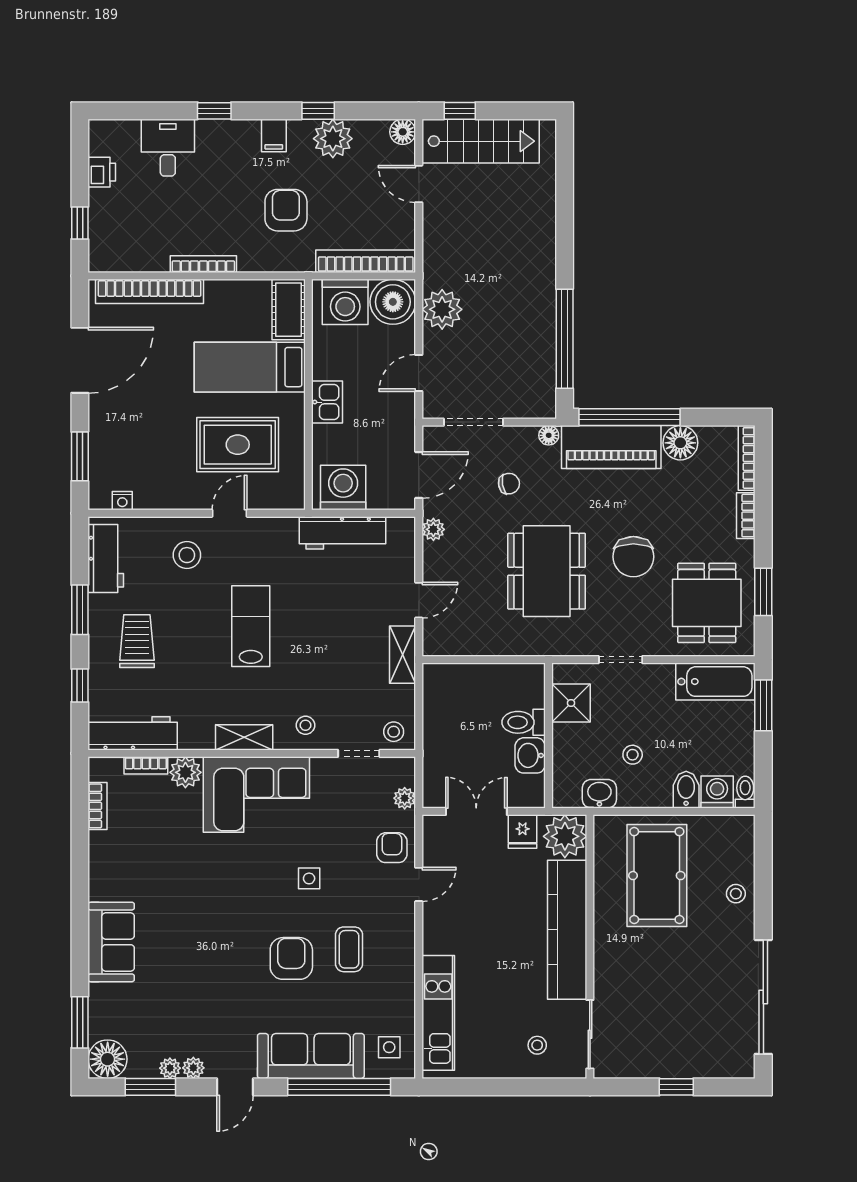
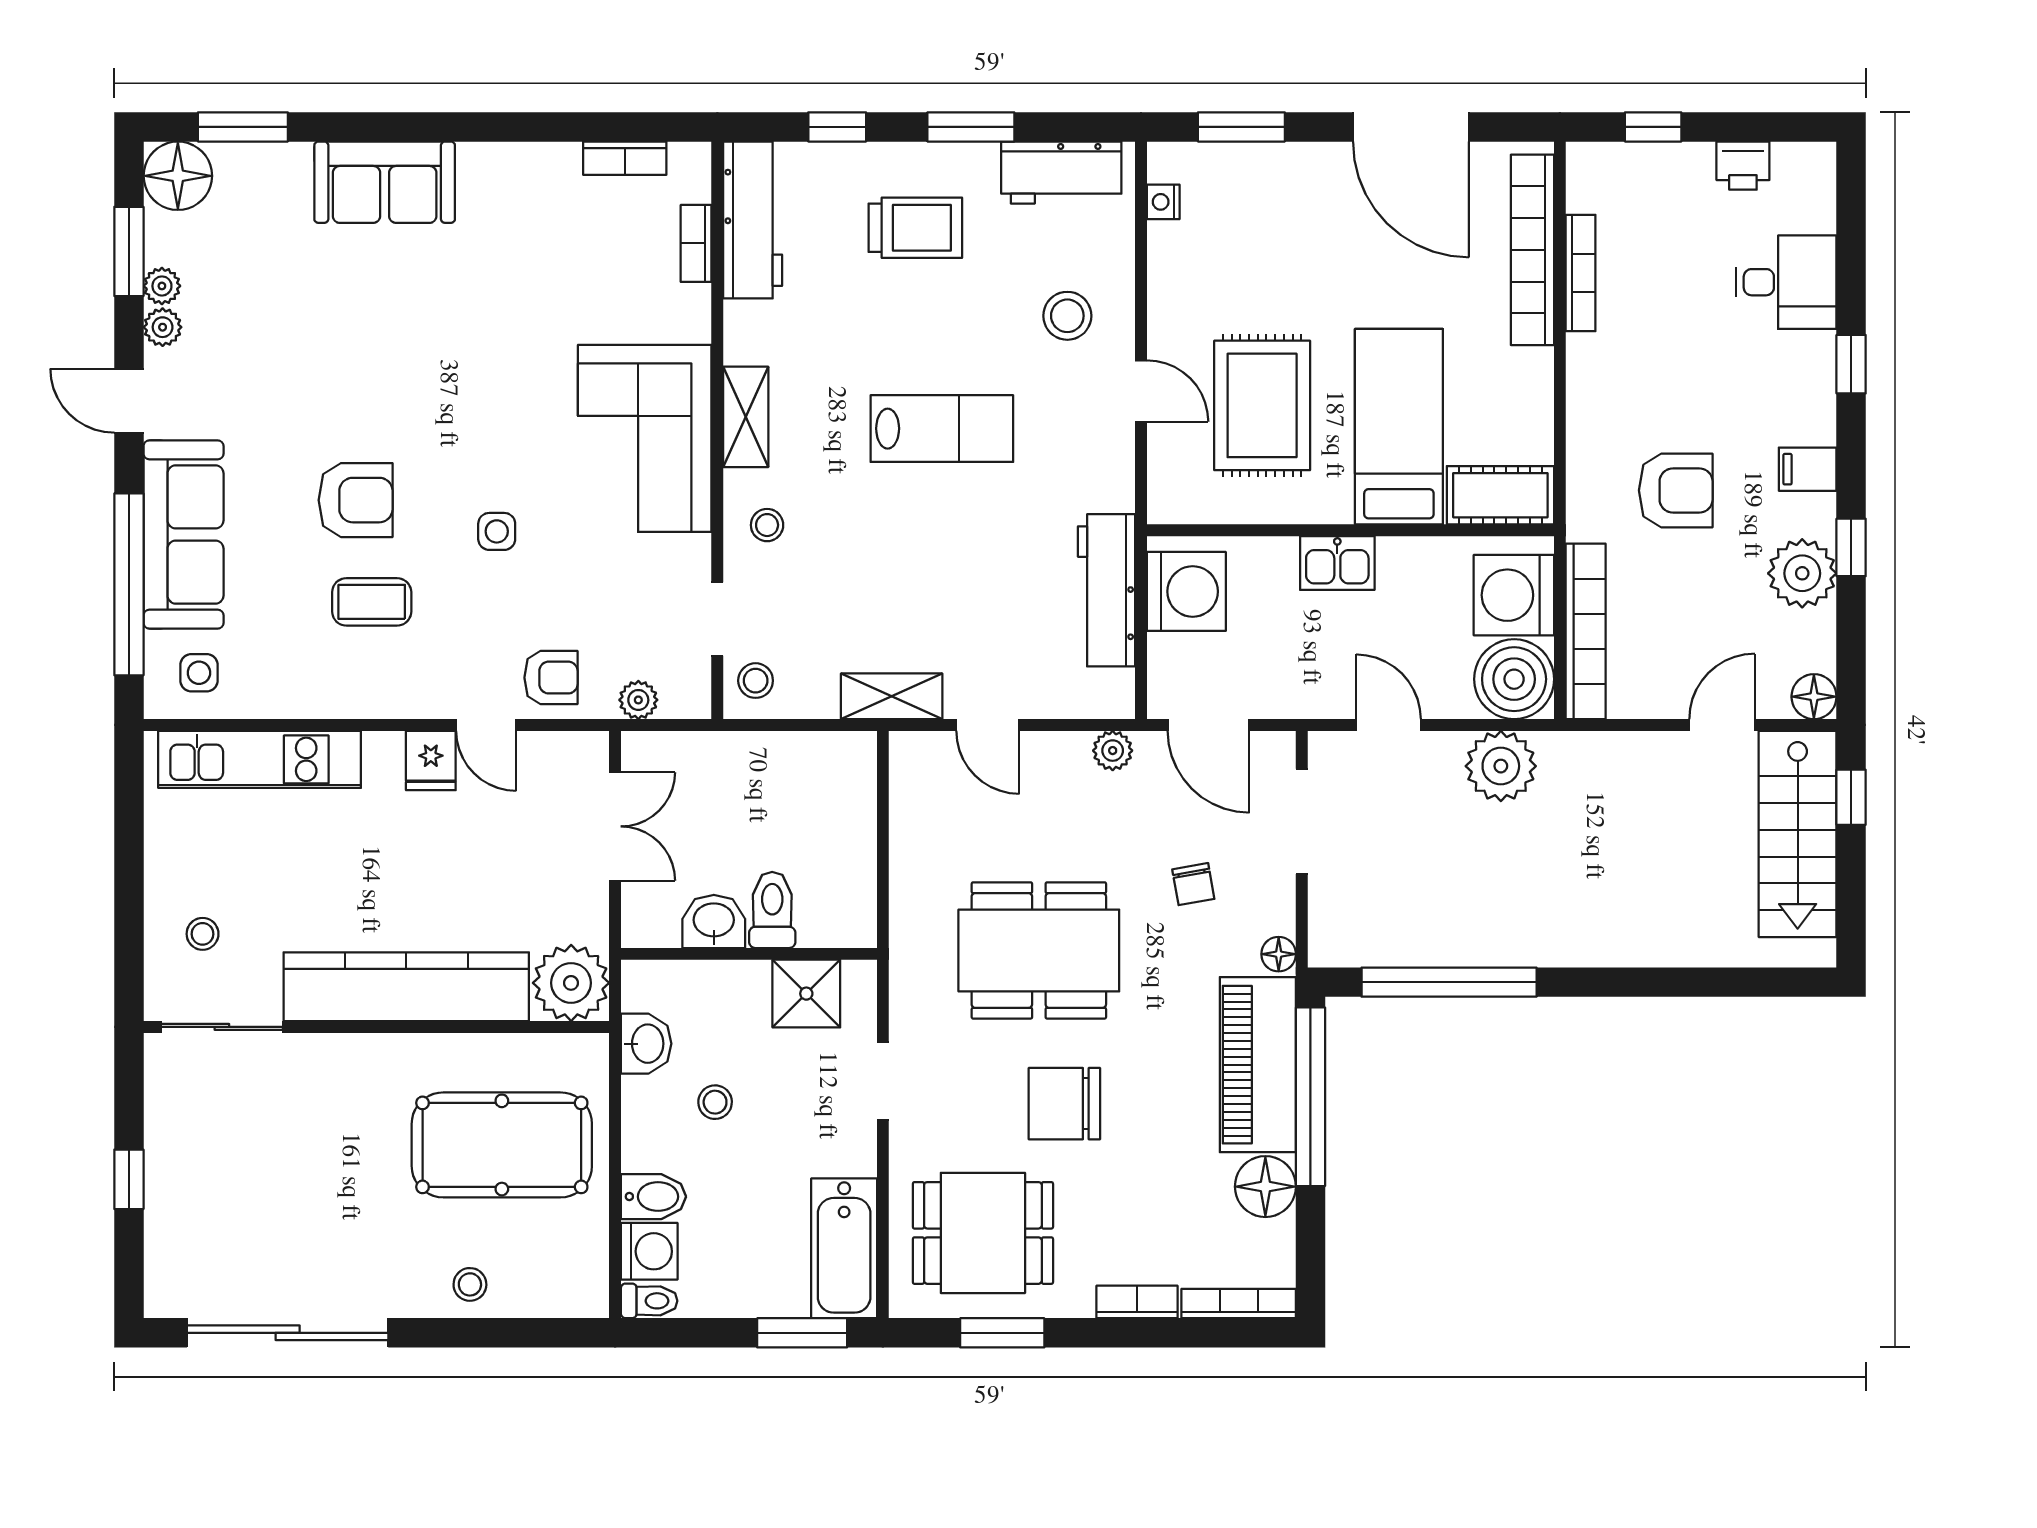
bookcase: (203, 264) -> (1581, 273), moved
plant: (185, 772) -> (684, 313), removed
fridge: (523, 832) -> (431, 760), moved, turned -90

